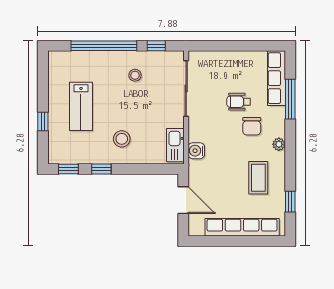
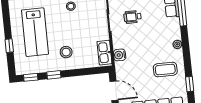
wheelchair: (239, 102) -> (132, 17), moved
lab bench: (81, 106) -> (35, 32), width x1.36, depth x1.39
chair: (252, 126) -> (157, 34), removed
coffee table: (258, 178) -> (165, 70), turned 90

